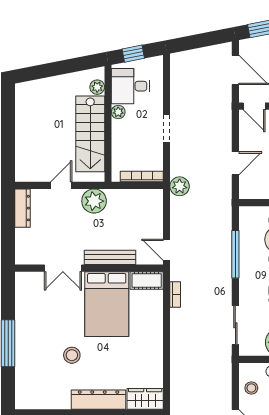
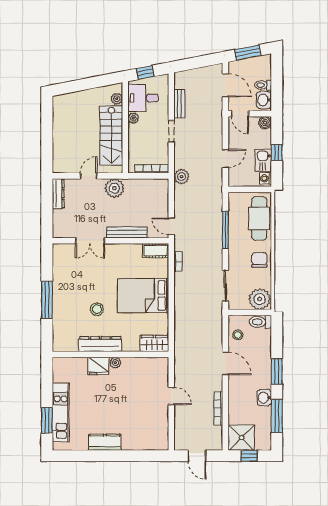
bench: (177, 94) -> (179, 104), added
bed: (107, 304) -> (143, 296), moved, turned 90
dresser: (99, 400) -> (100, 344), moved

